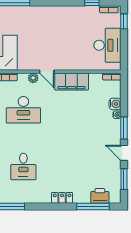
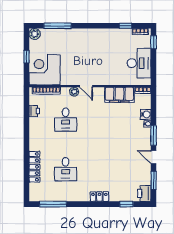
filing cabinet: (72, 82) -> (119, 95), moved
desk: (23, 110) -> (66, 120), width x0.73
printer: (100, 196) -> (144, 194), moved, turned -90
window: (93, 207) -> (126, 204), width x0.46

